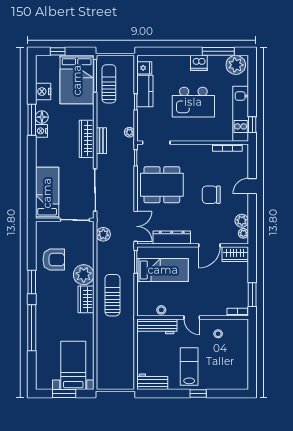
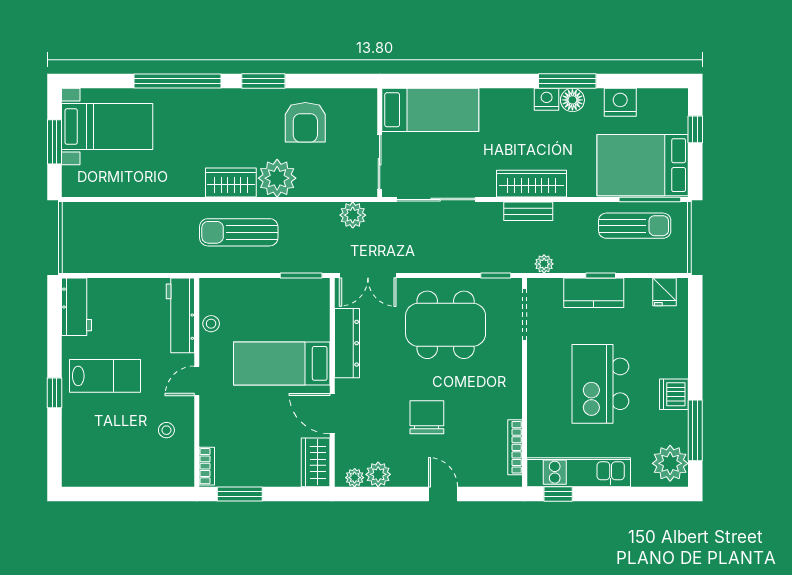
kitchen counter: (145, 91) -> (594, 293), moved
dining table: (162, 185) -> (446, 325), turned 90
bed: (163, 270) -> (282, 363), moved, turned 90
sun lounger: (112, 295) -> (239, 232), turned 180
bed with nightstands: (73, 365) -> (107, 127), moved

